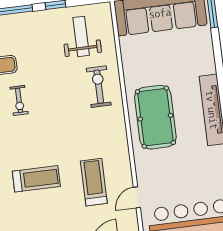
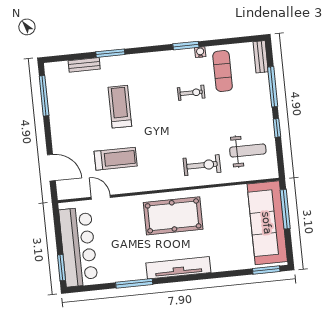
exercise bike: (19, 100) -> (191, 93), turned 180
treadmill: (36, 179) -> (120, 107), turned 180

